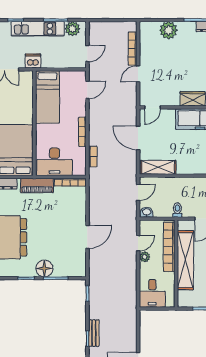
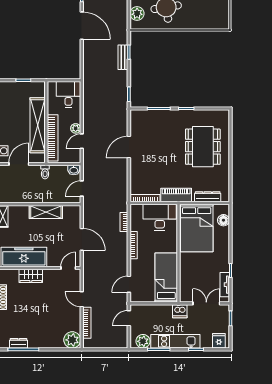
plant: (168, 30) -> (72, 340), moved
door: (138, 74) -> (82, 299), swing flipped
shelving: (158, 167) -> (46, 212), moved
floor lamp: (44, 268) -> (169, 118), removed

